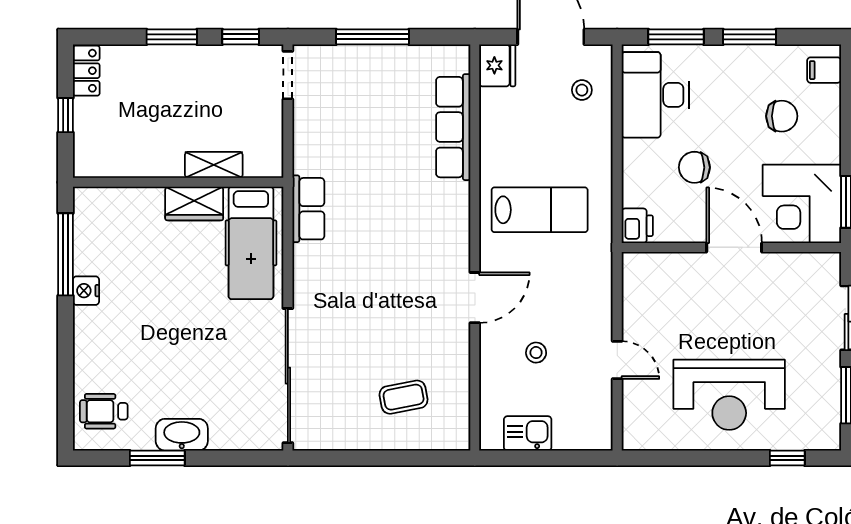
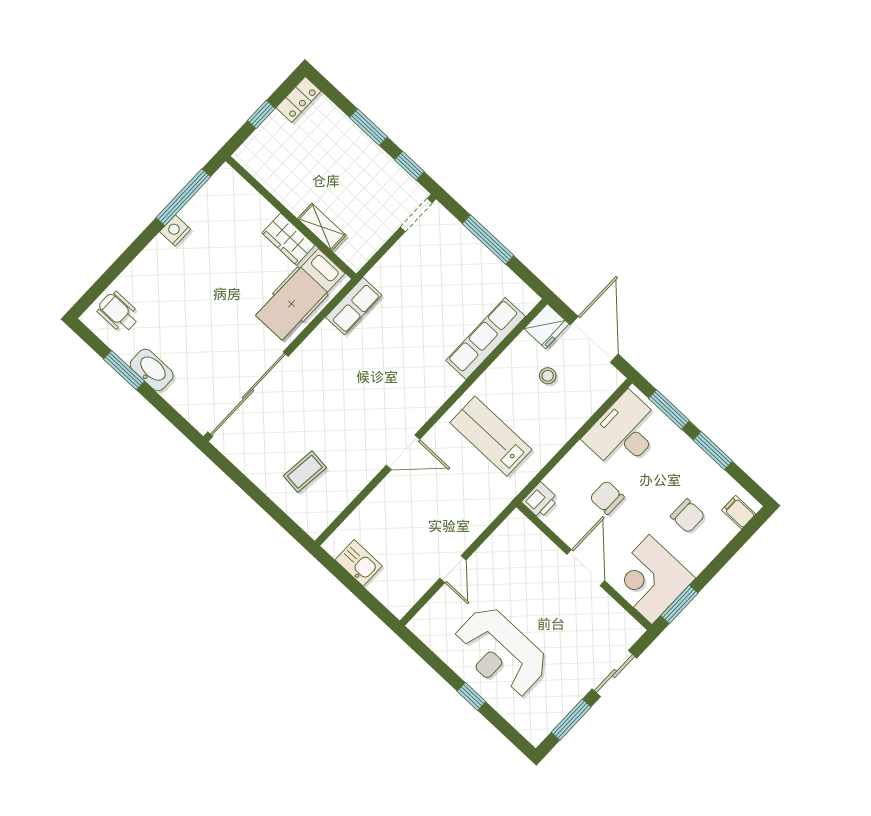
stool: (582, 90) -> (548, 376), moved
lab bench: (540, 210) -> (491, 436), turned 180
stool: (536, 353) -> (409, 519), removed
coffee table: (404, 397) -> (305, 472), turned -73
window: (787, 458) -> (471, 696), moved

